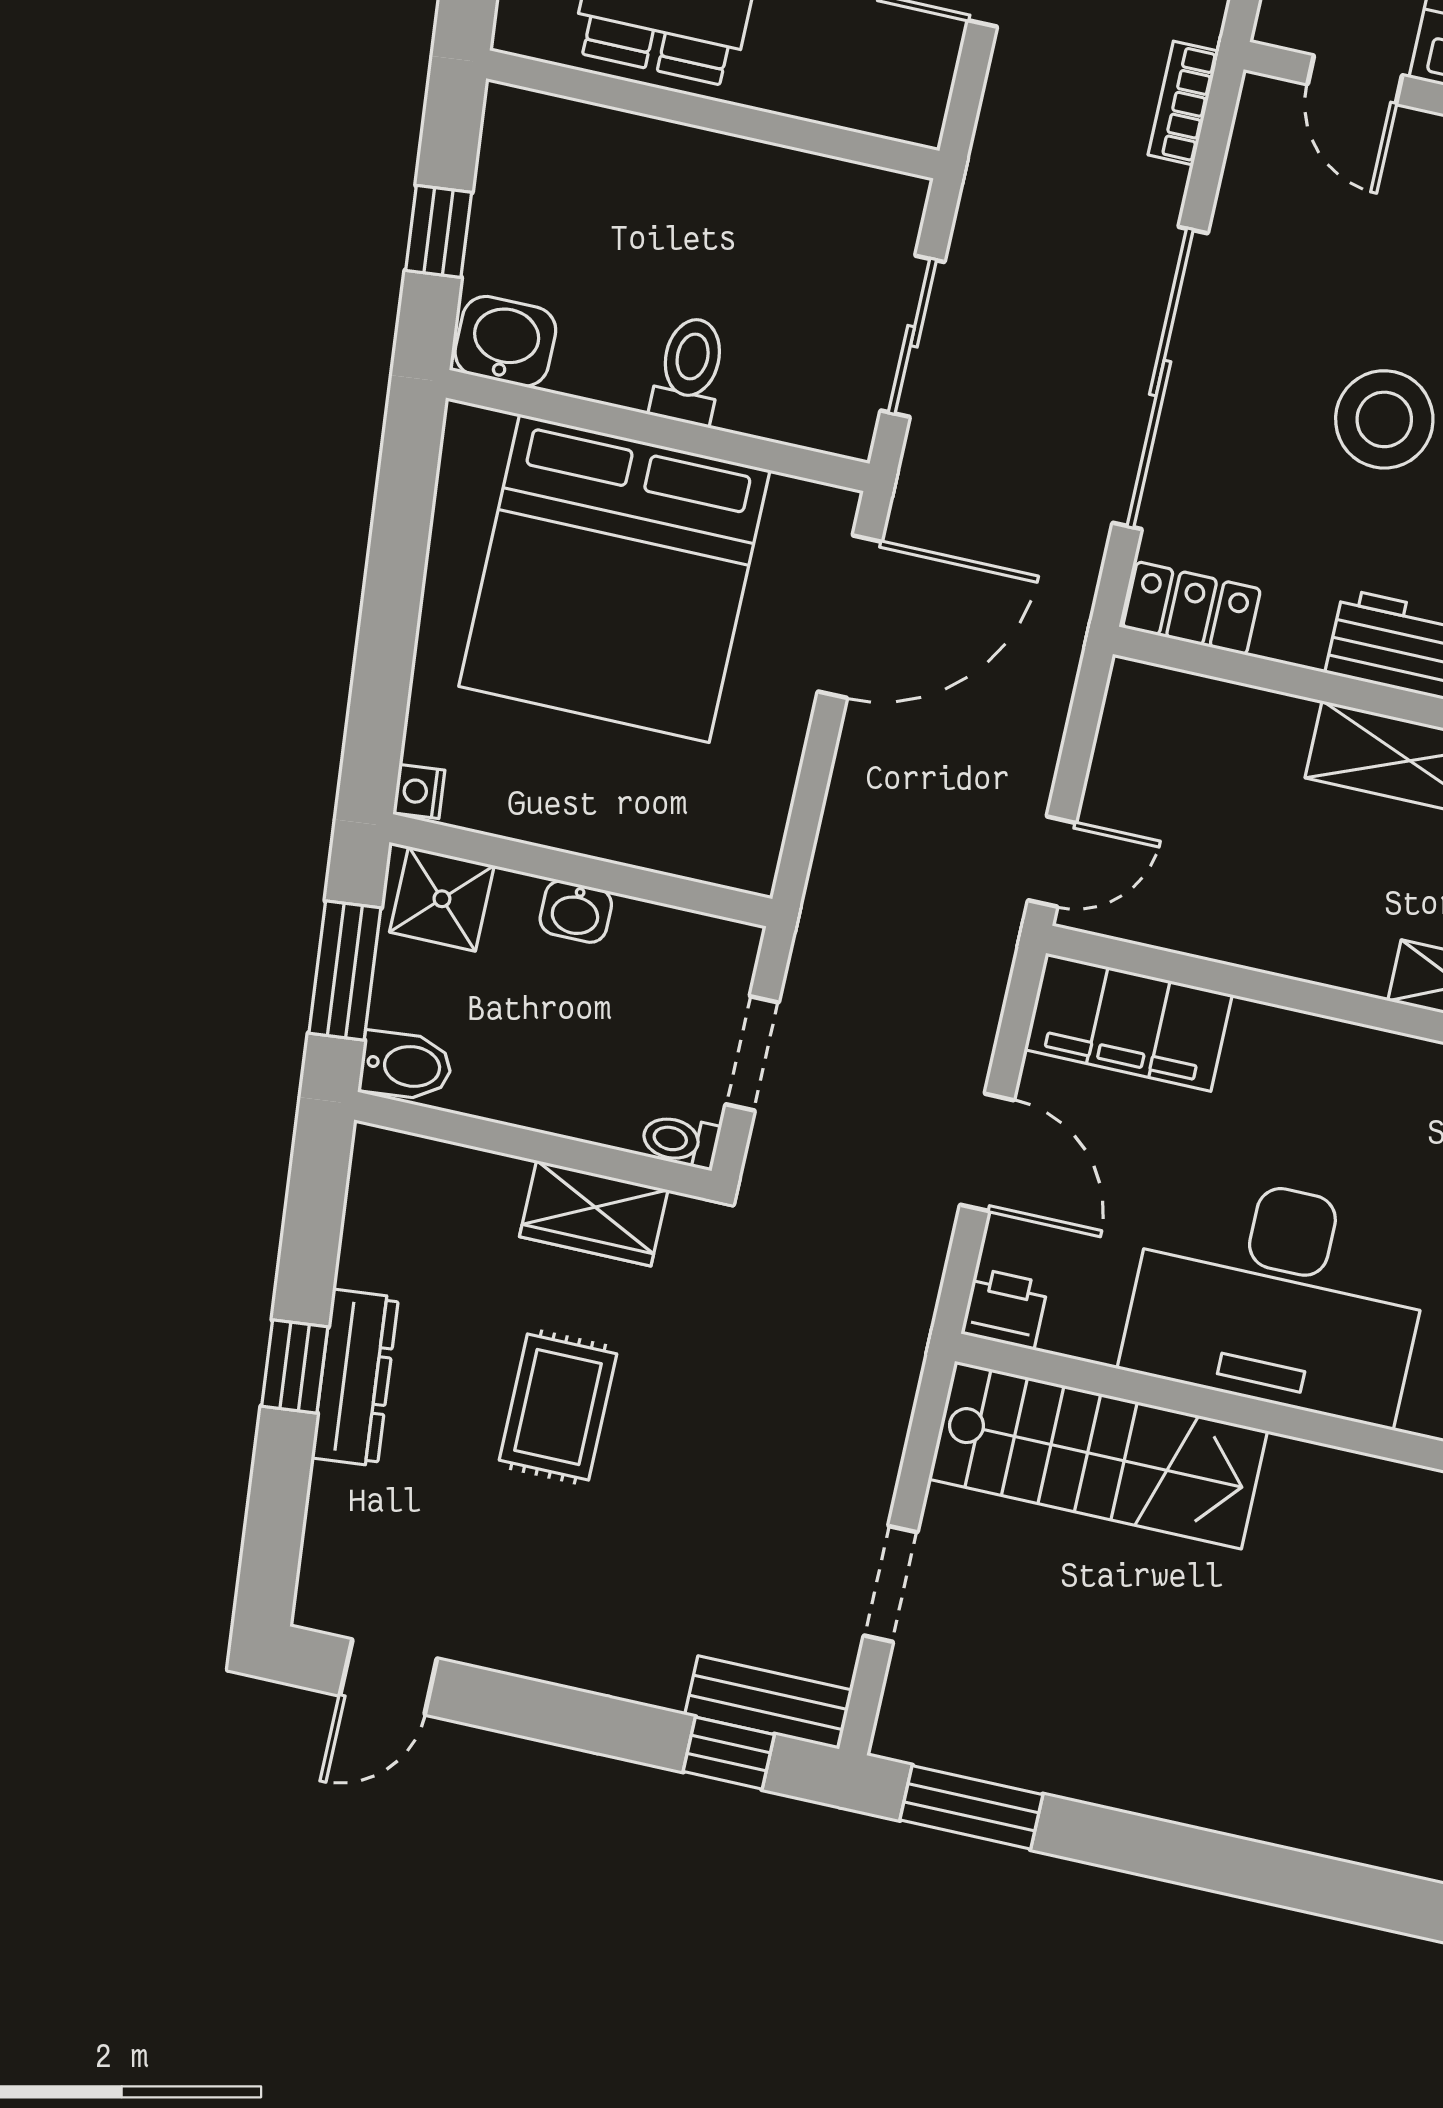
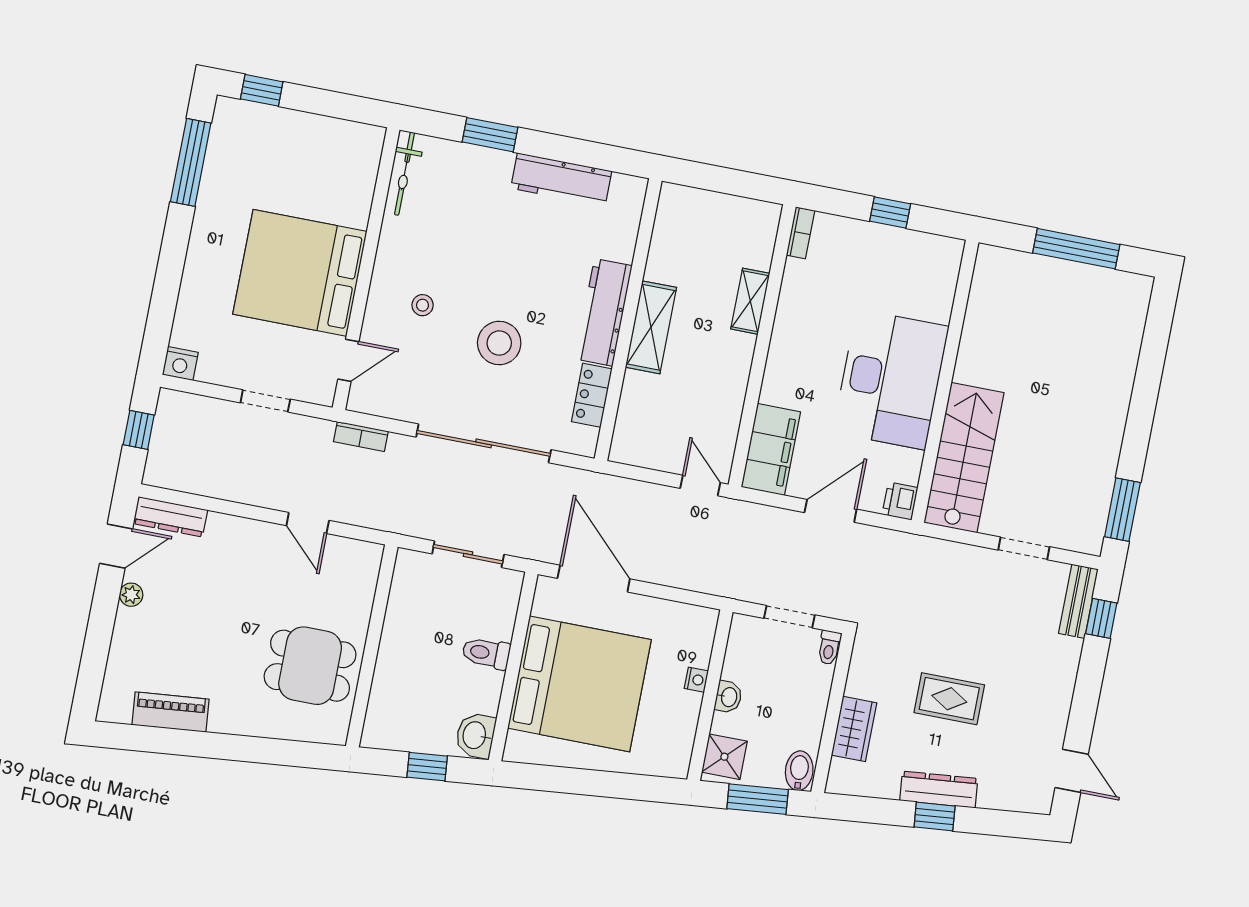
locker: (1192, 608) -> (592, 395), moved
nightstand: (419, 792) -> (696, 680), moved, turned -85
wardrobe: (594, 1213) -> (854, 729), moved

